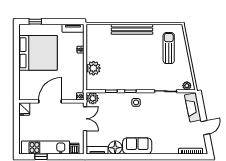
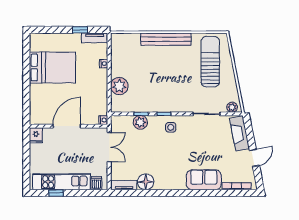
window: (35, 22) -> (80, 30), moved
sun lounger: (169, 48) -> (210, 62), width x1.36, depth x1.34
bed: (38, 53) -> (52, 67), width x0.73
plant: (93, 98) -> (140, 122), moved
sofa: (137, 146) -> (204, 180), moved

